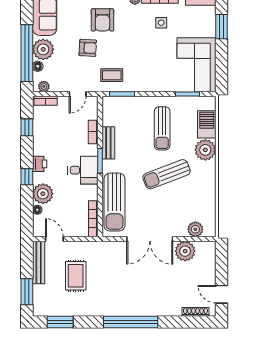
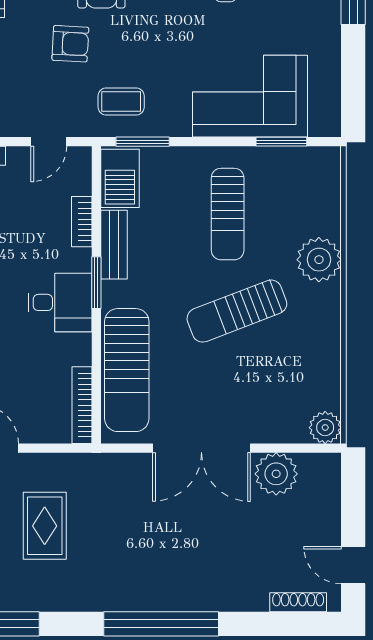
corner sofa: (196, 65) -> (250, 96), moved, turned 90
barbecue: (207, 124) -> (120, 178), moved, turned 180
plant: (195, 229) -> (325, 428), moved

